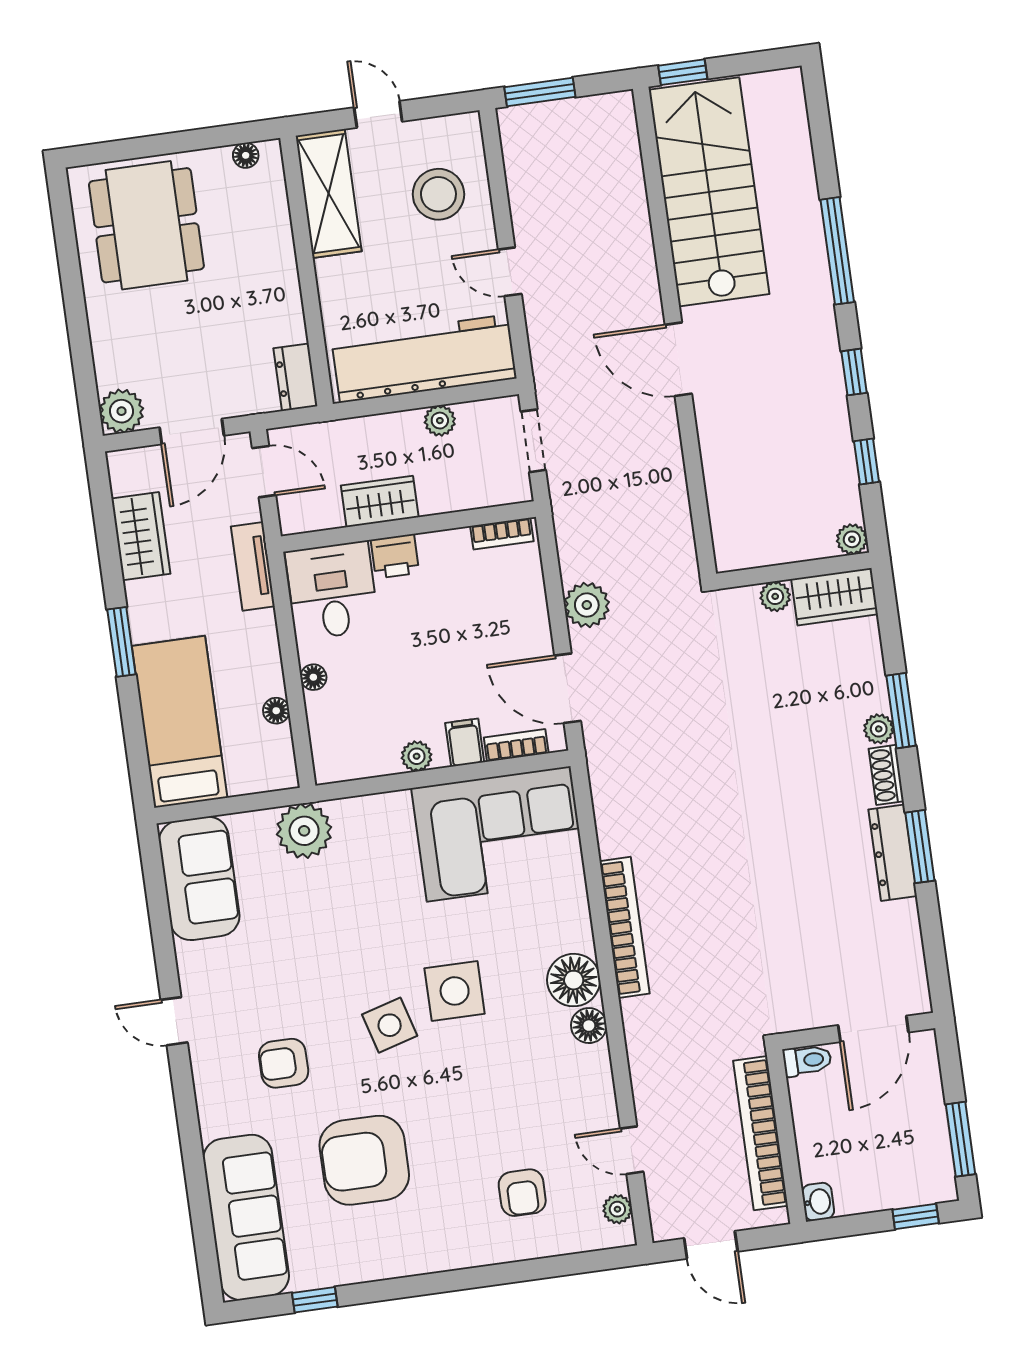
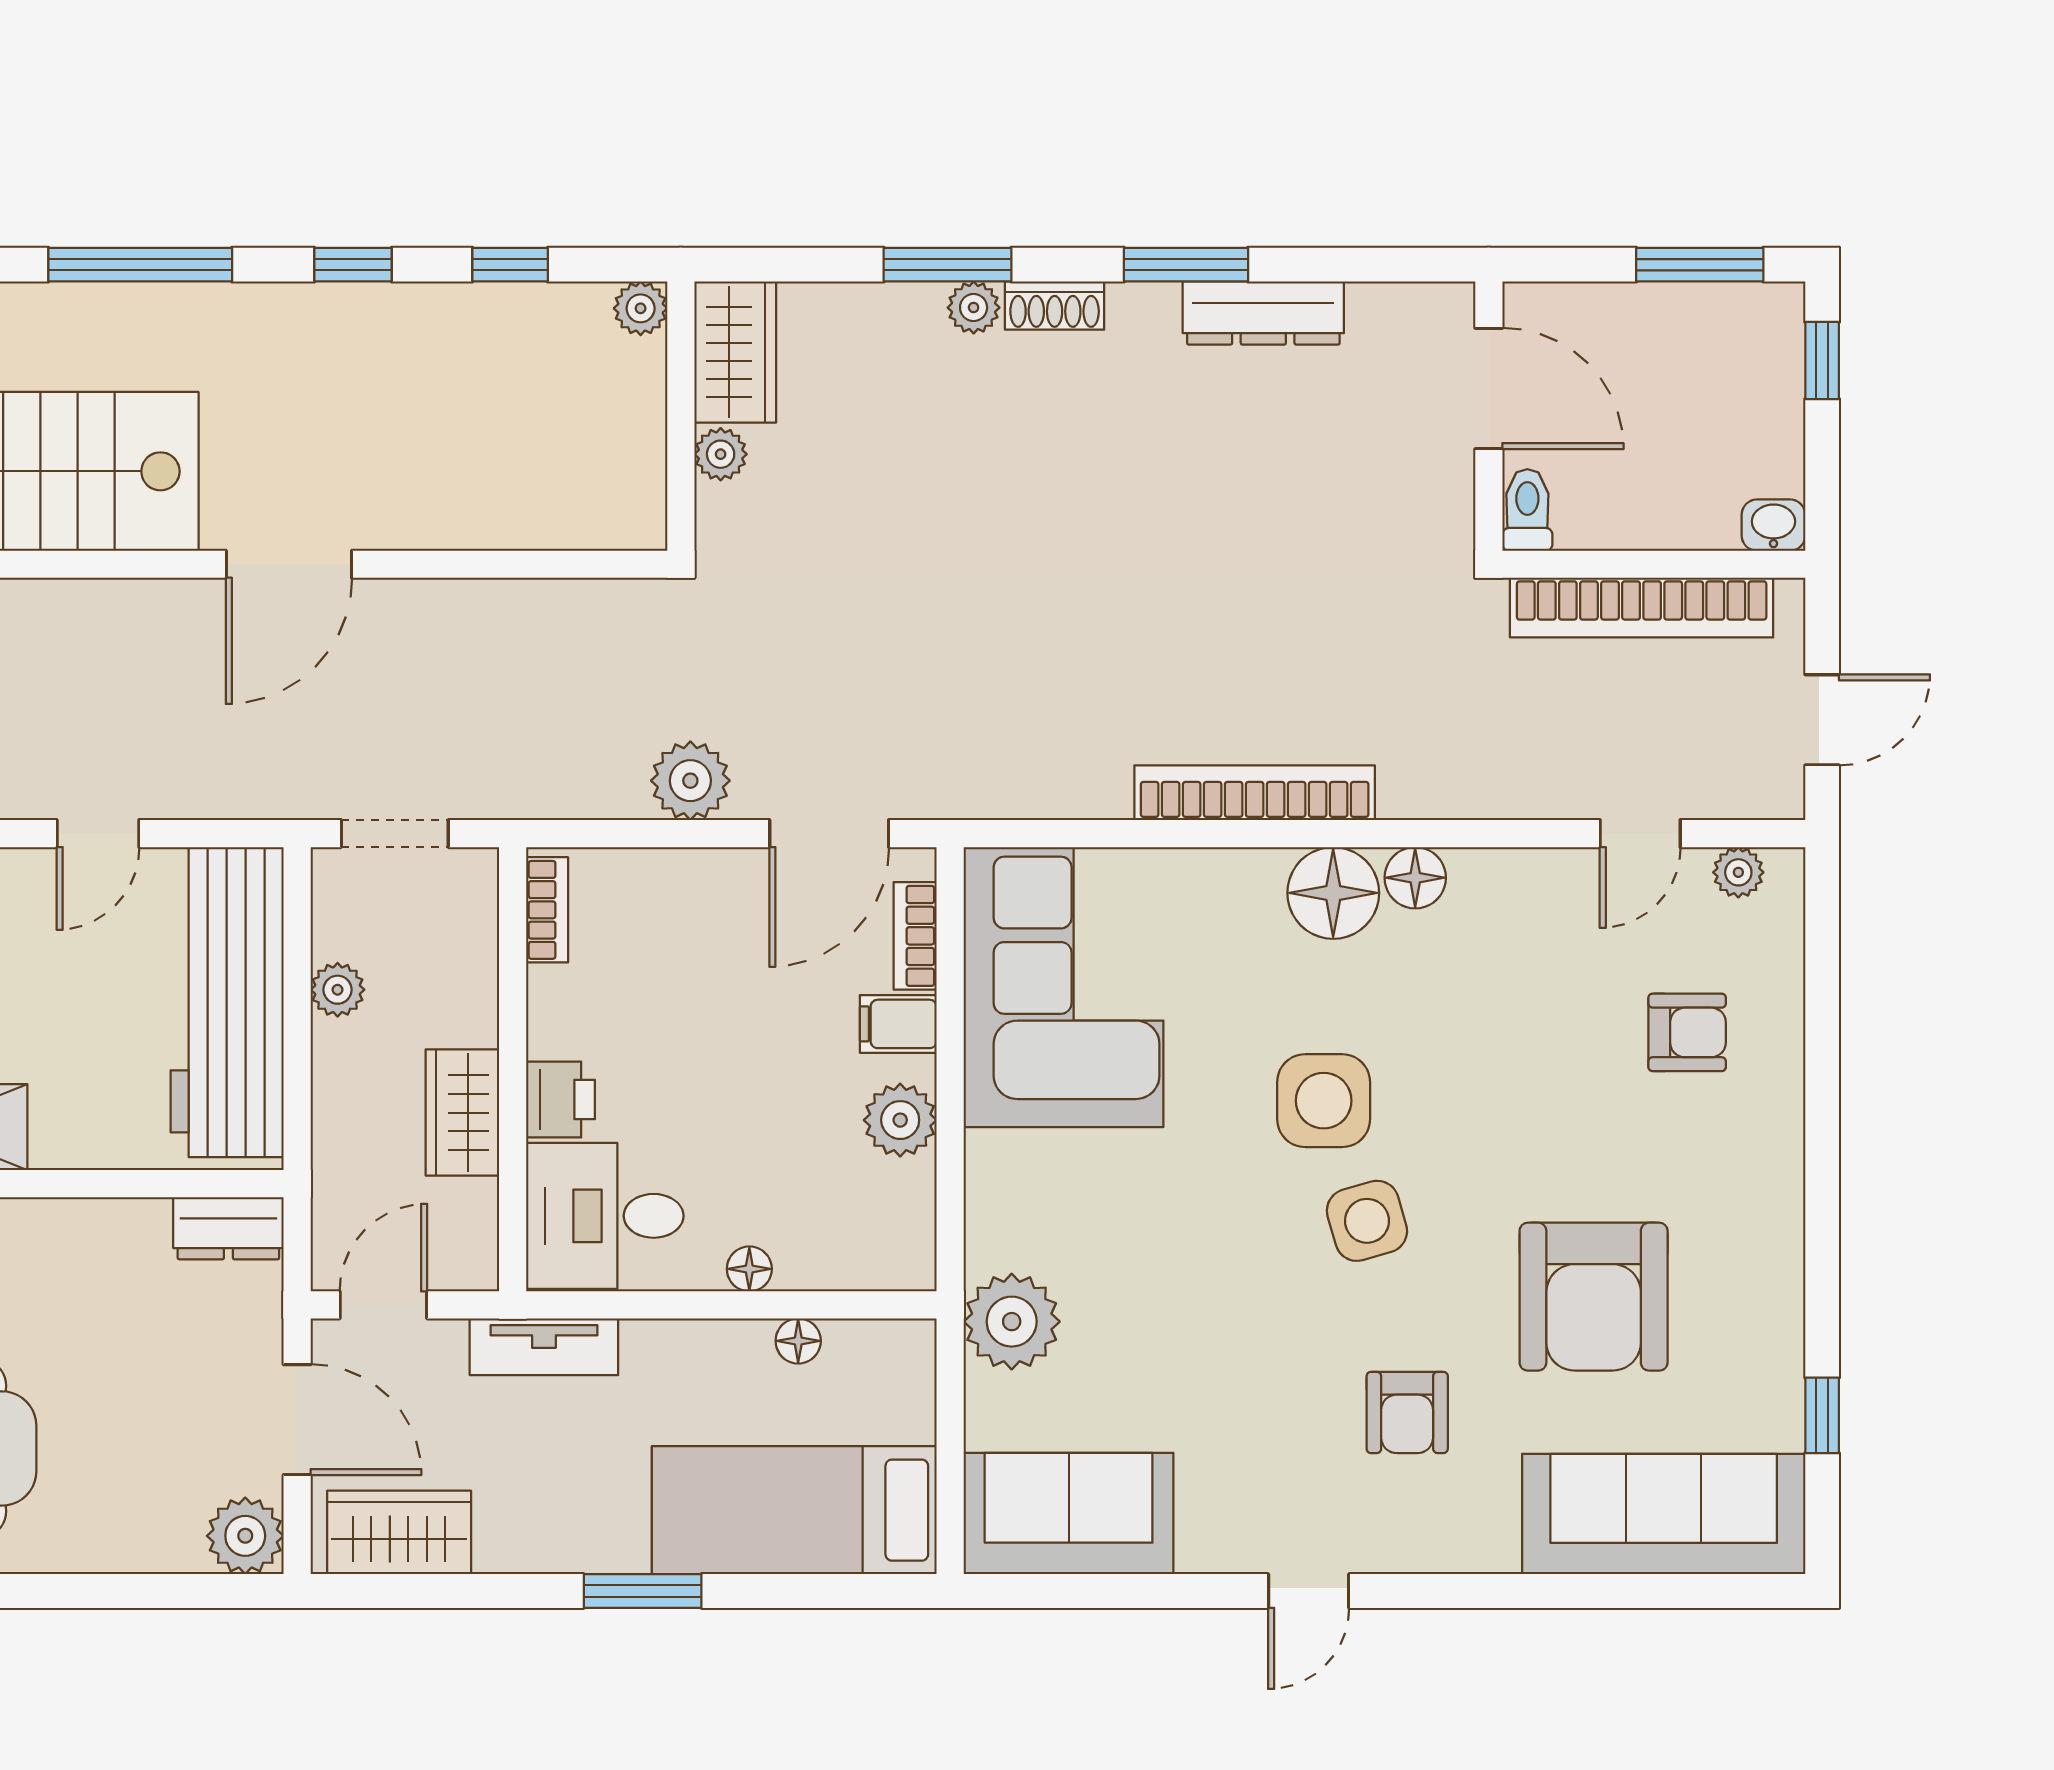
wardrobe: (141, 536) -> (399, 1532), moved
plant: (417, 756) -> (900, 1120), width x1.38, depth x1.38
dresser: (893, 853) -> (1263, 313), moved

